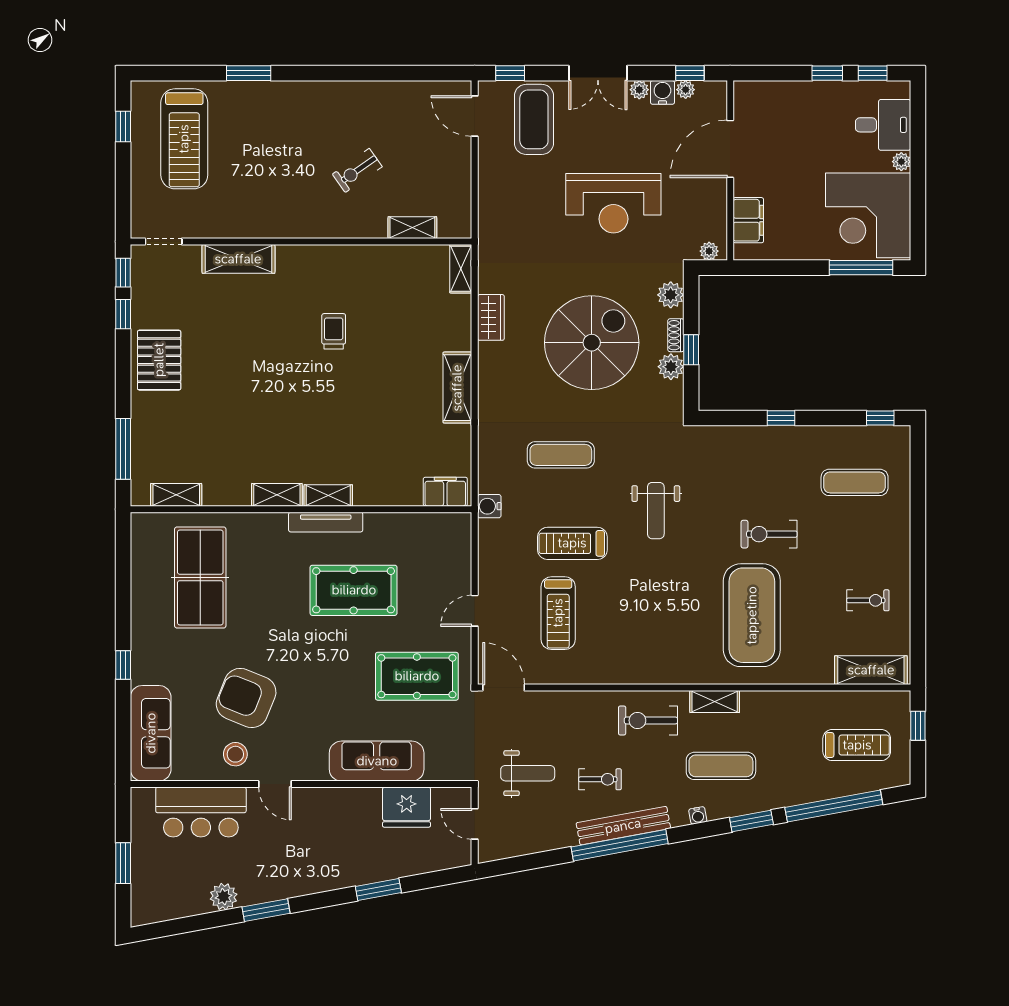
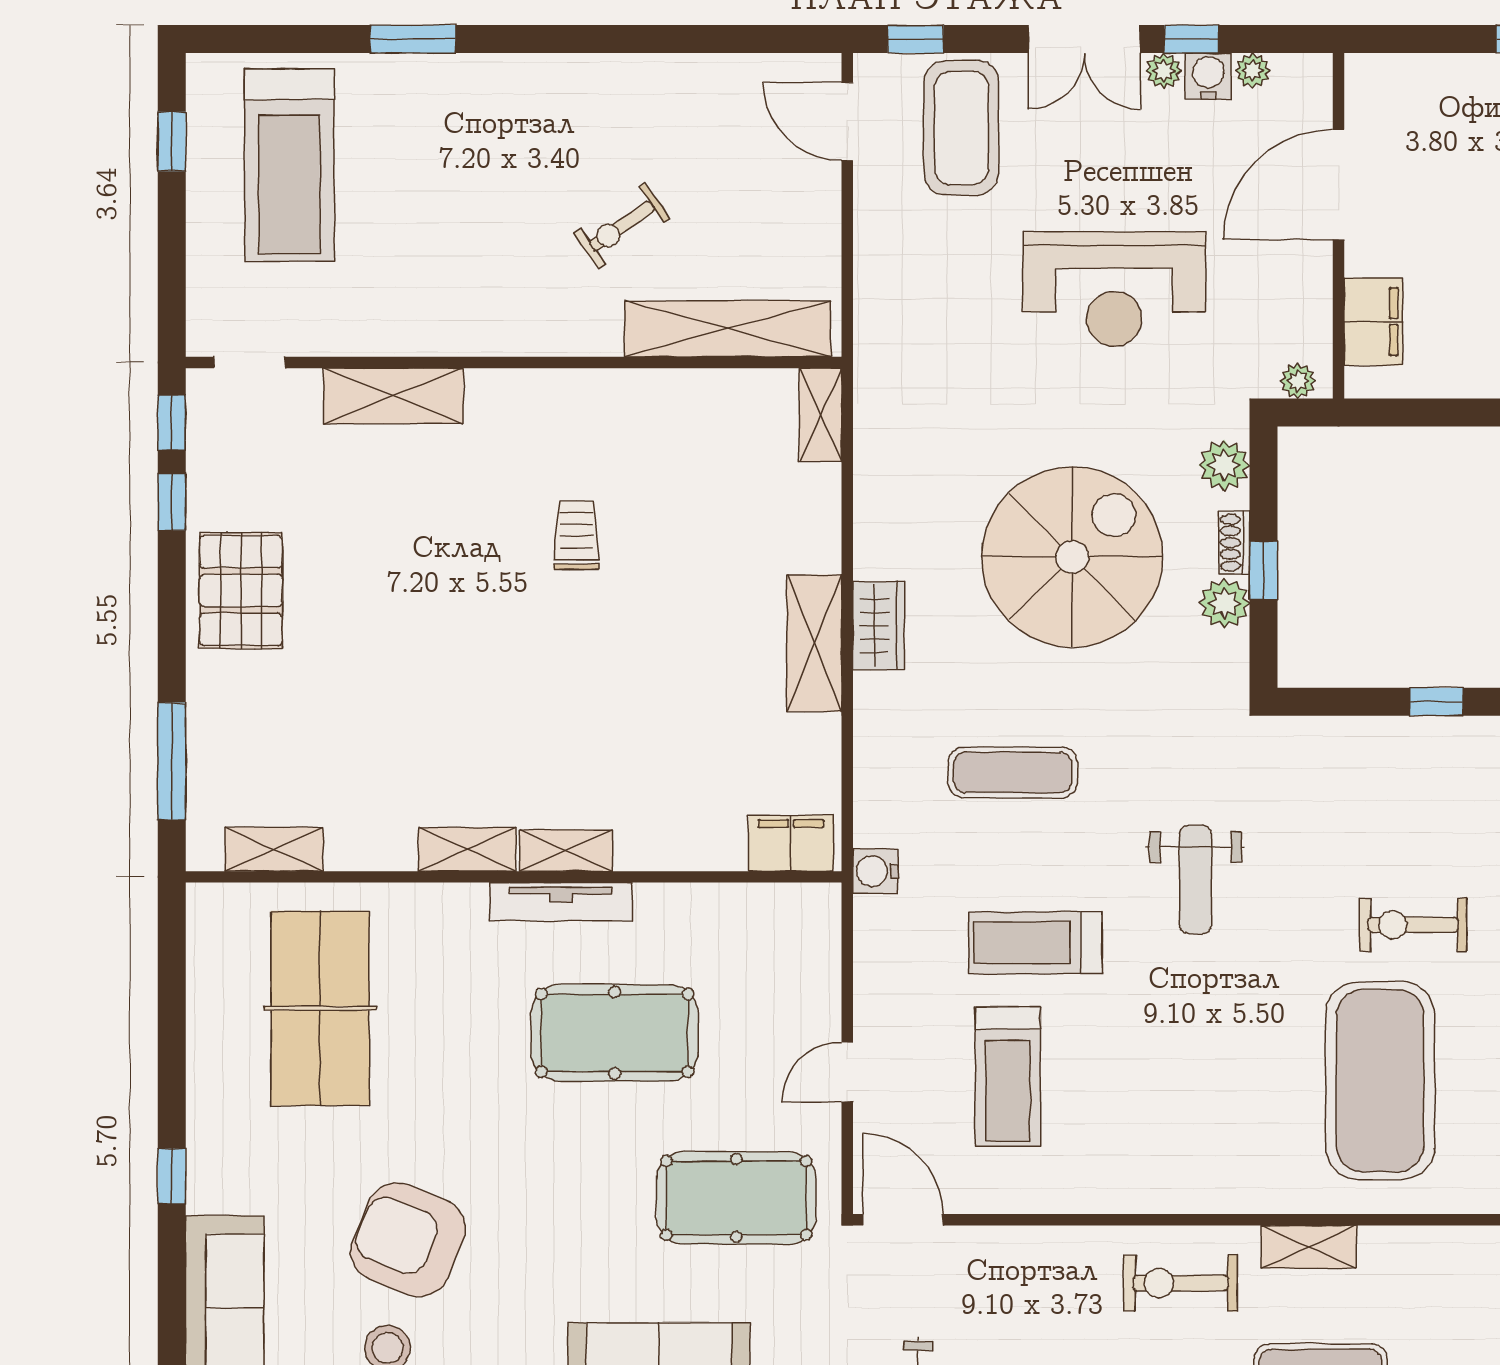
window: (690, 73) -> (1191, 39), moved
shelving: (412, 228) -> (728, 329), width x2.20, depth x1.33
wardrobe: (491, 317) -> (879, 626), moved

